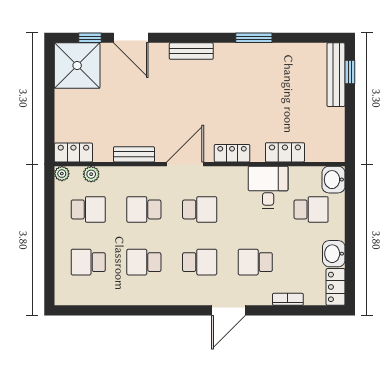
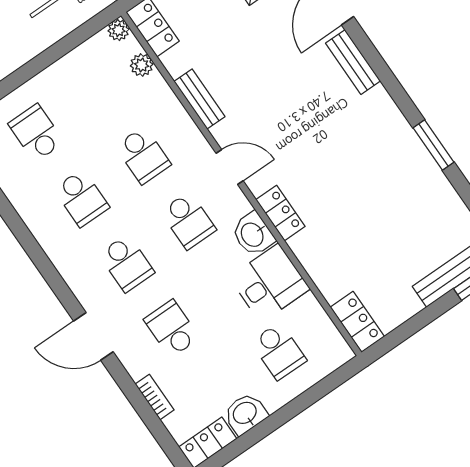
bench: (191, 51) -> (353, 62), moved
locker: (285, 152) -> (357, 322), moved
door: (185, 164) -> (230, 167), width x0.73
washbasin: (334, 180) -> (253, 234), moved, turned -90
school desk: (88, 209) -> (98, 90), removed
school desk: (144, 209) -> (143, 155), turned 180
school desk: (144, 262) -> (81, 198), turned 180

